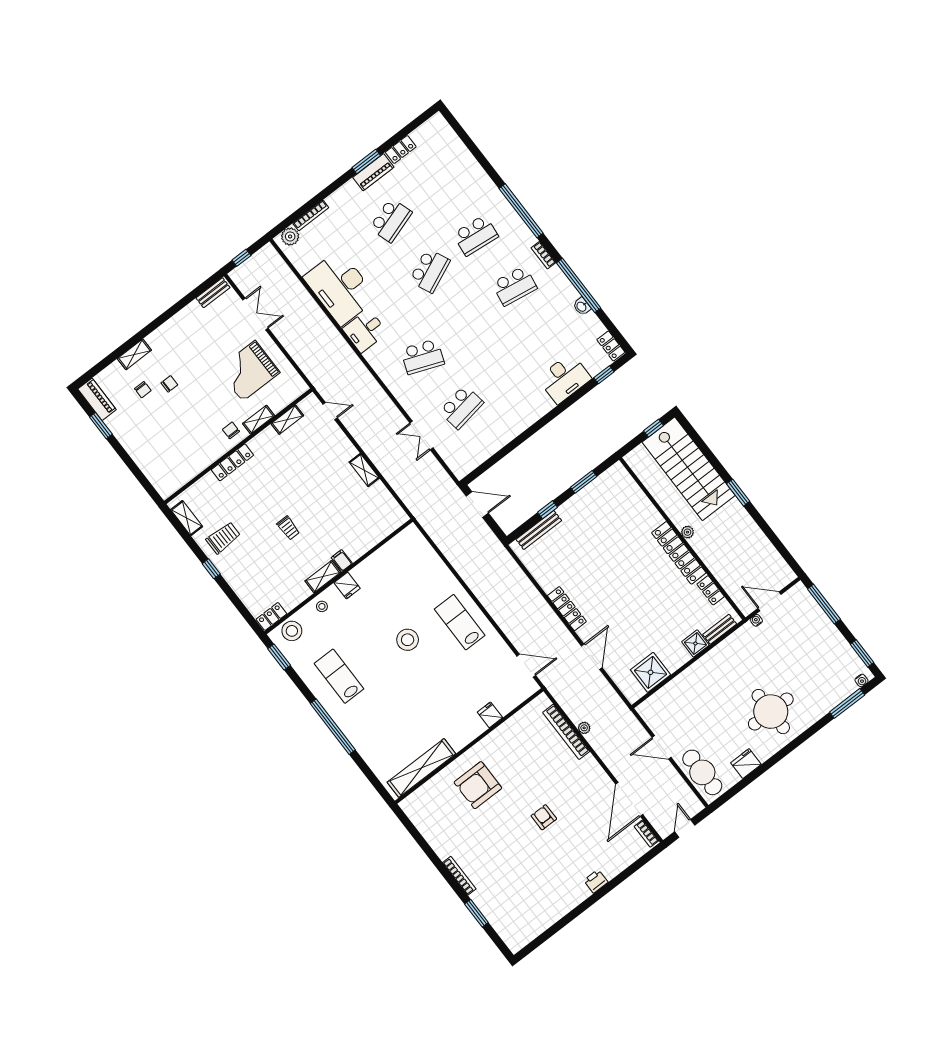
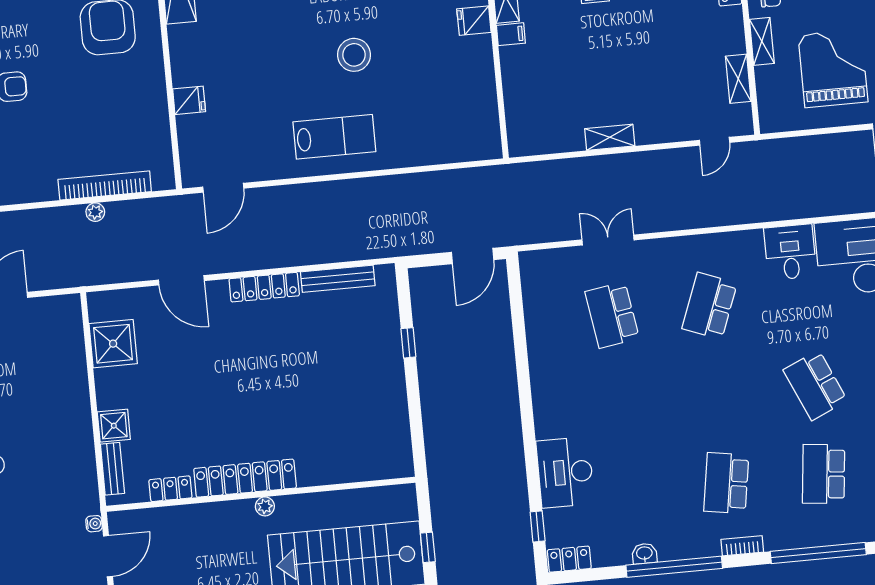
window: (584, 482) -> (415, 412), removed
bench: (539, 530) -> (338, 279), moved, turned 90

